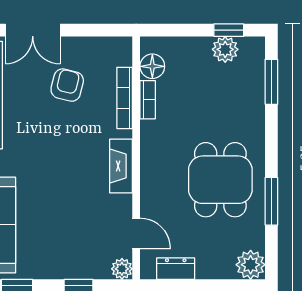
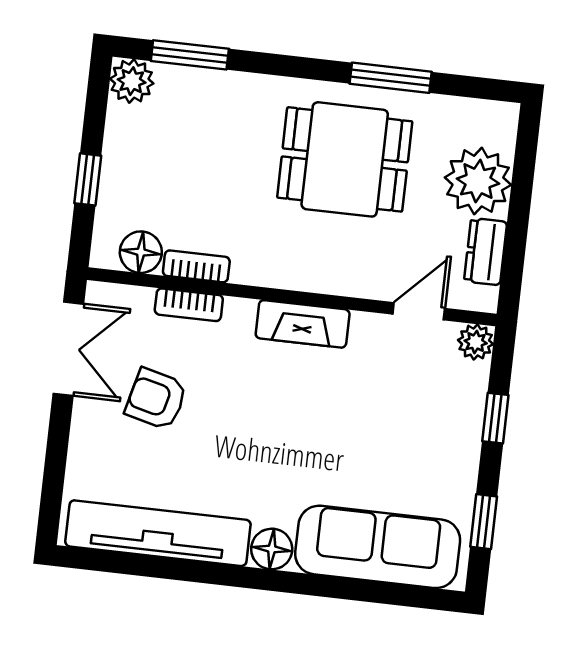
double door: (33, 30) -> (68, 349), moved
window: (229, 30) -> (88, 179), moved
plant: (225, 49) -> (132, 81), moved
bookcase: (125, 98) -> (189, 305), width x0.64
plant: (251, 265) -> (478, 181), moved, width x1.36, depth x1.36

